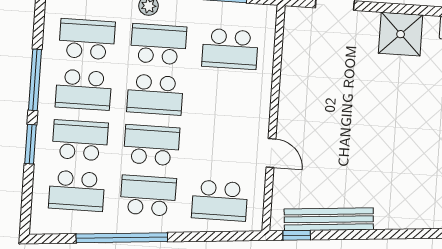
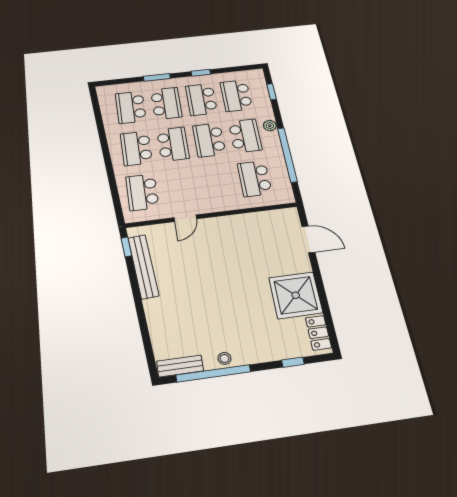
shower: (401, 34) -> (296, 295), width x1.37, depth x1.37
school desk: (87, 39) -> (236, 96), turned 180
window: (35, 80) -> (201, 73), width x0.46
school desk: (148, 196) -> (136, 148), turned 180
window: (122, 238) -> (103, 138), removed

